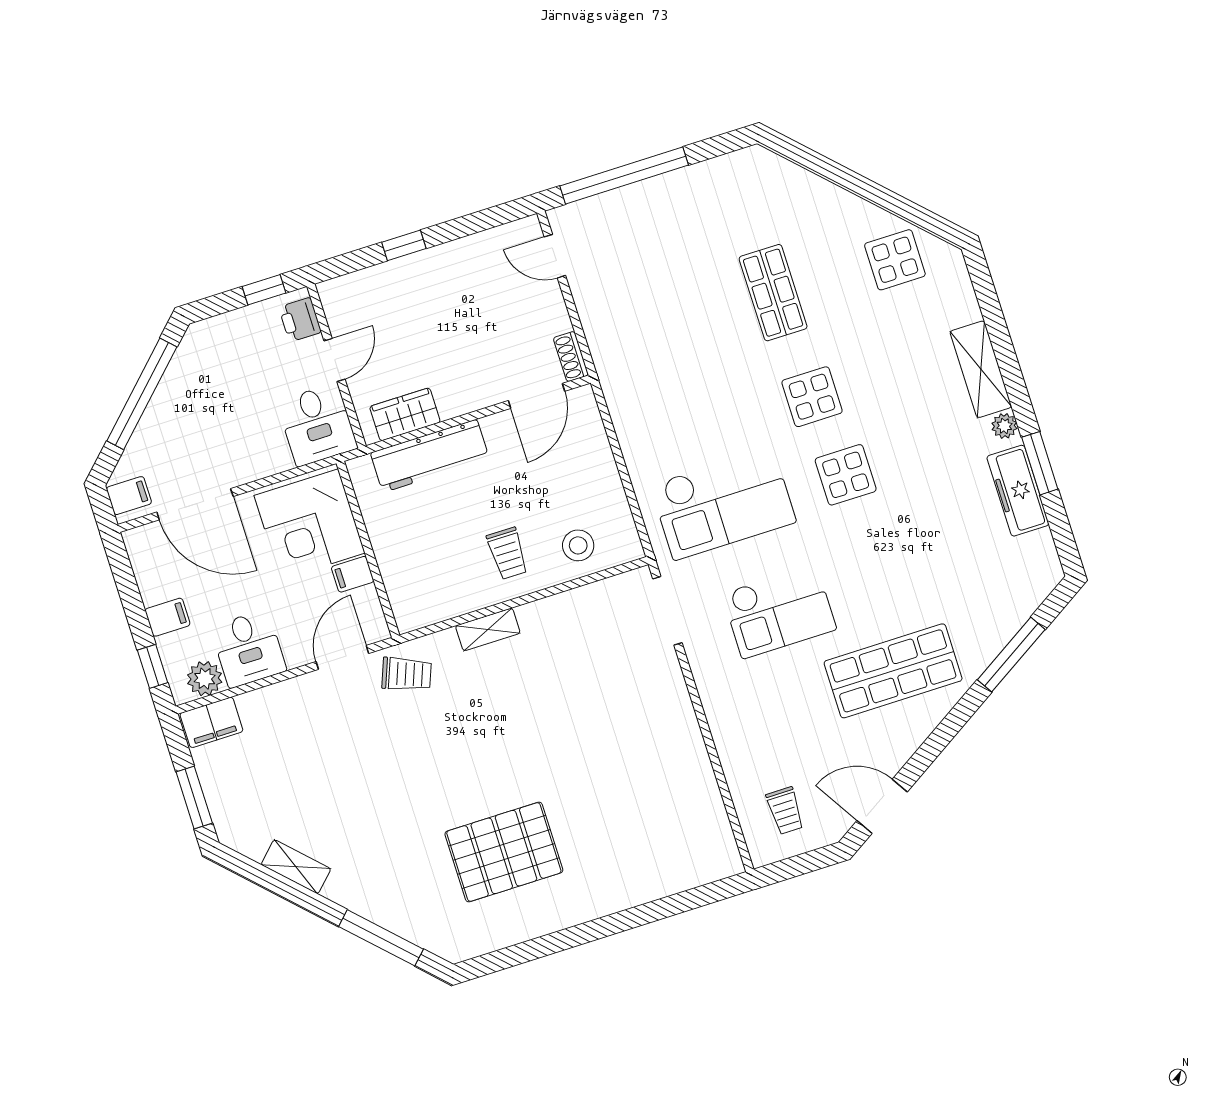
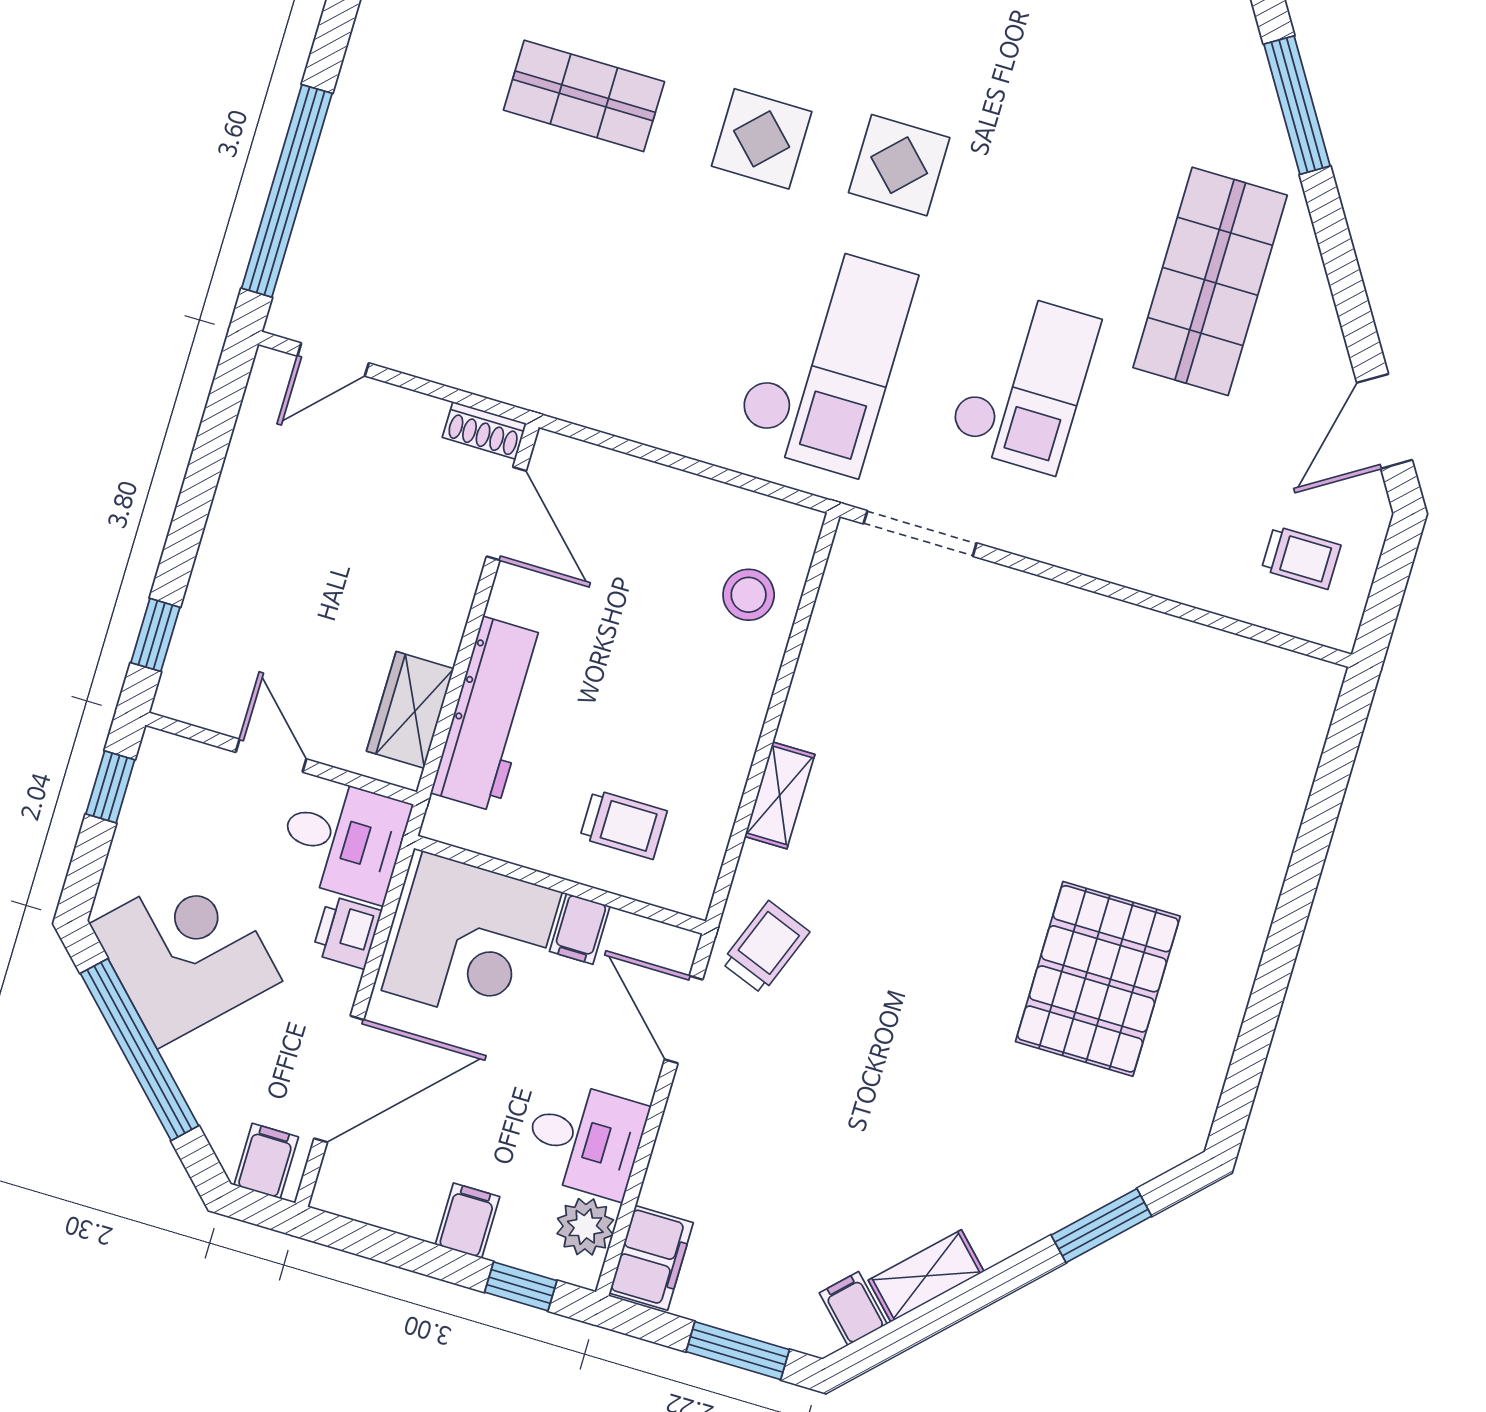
window: (404, 245) -> (155, 635), moved
printer: (300, 320) -> (347, 932), moved, turned 90
corner desk: (207, 384) -> (186, 952), added
trolley: (508, 553) -> (623, 824), moved
filing cabinet: (255, 841) -> (853, 1308), added
window: (381, 938) -> (1101, 1226), width x0.69

